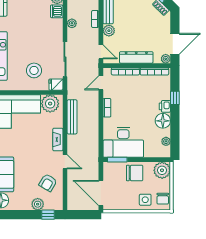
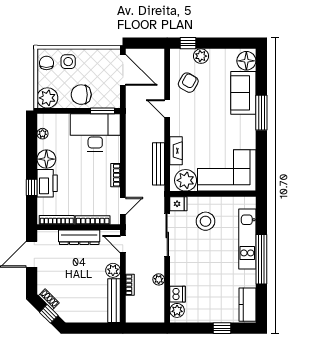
plant: (166, 59) -> (43, 236), removed
printer: (165, 106) -> (47, 183), width x1.87, depth x1.48
fireplace: (58, 139) -> (176, 151), moved

